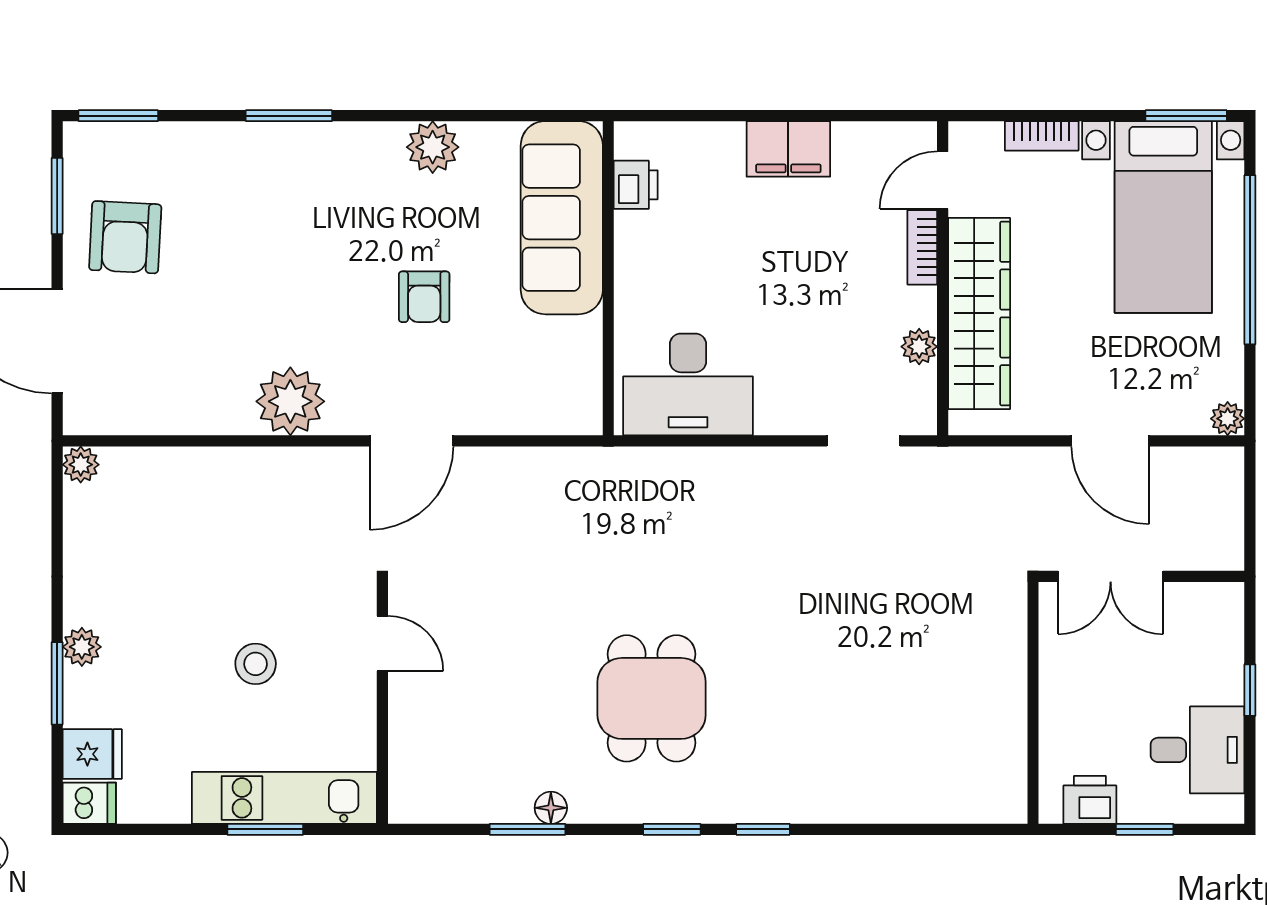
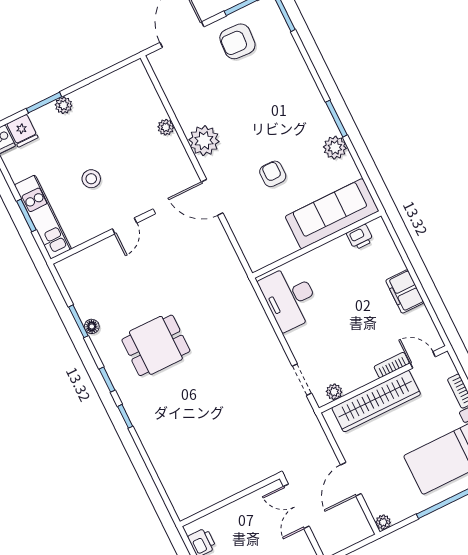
window: (289, 116) -> (336, 119), moved
armchair: (424, 297) -> (273, 174), turned 90
plant: (919, 347) -> (334, 392), moved
plant: (81, 465) -> (166, 127), moved

